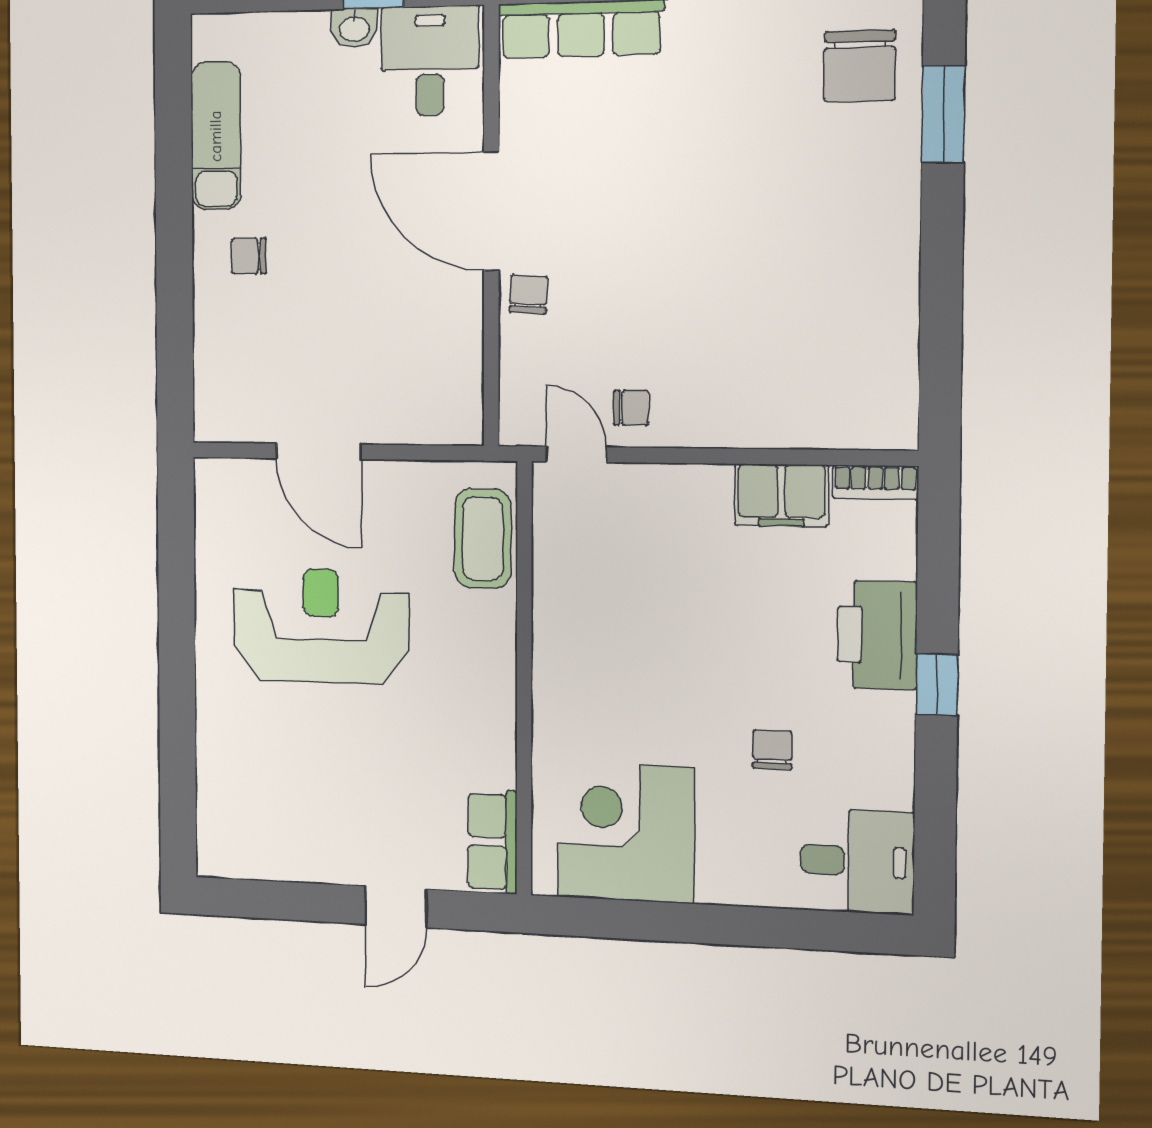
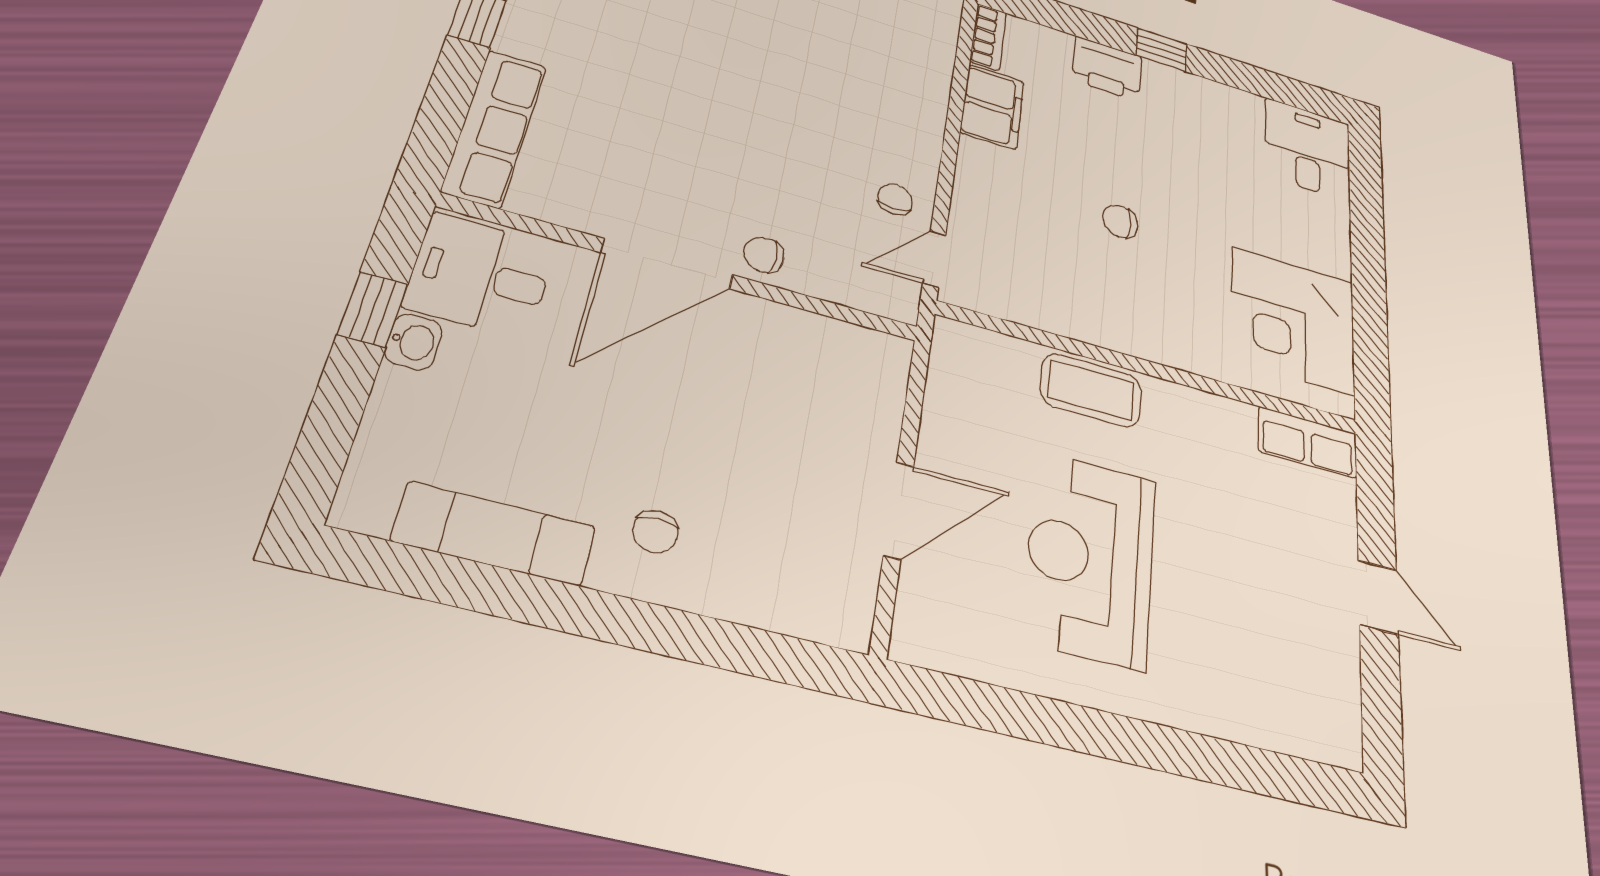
coffee table: (483, 539) -> (1091, 390), moved
printer: (877, 635) -> (1107, 68), width x0.73, depth x0.84
chair: (772, 750) -> (1120, 221), moved
door: (396, 907) -> (1378, 597), moved

